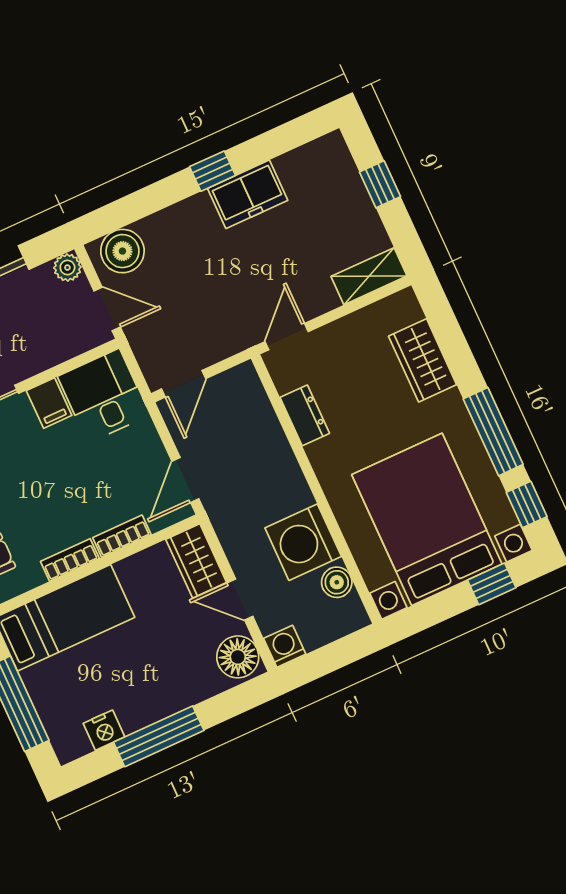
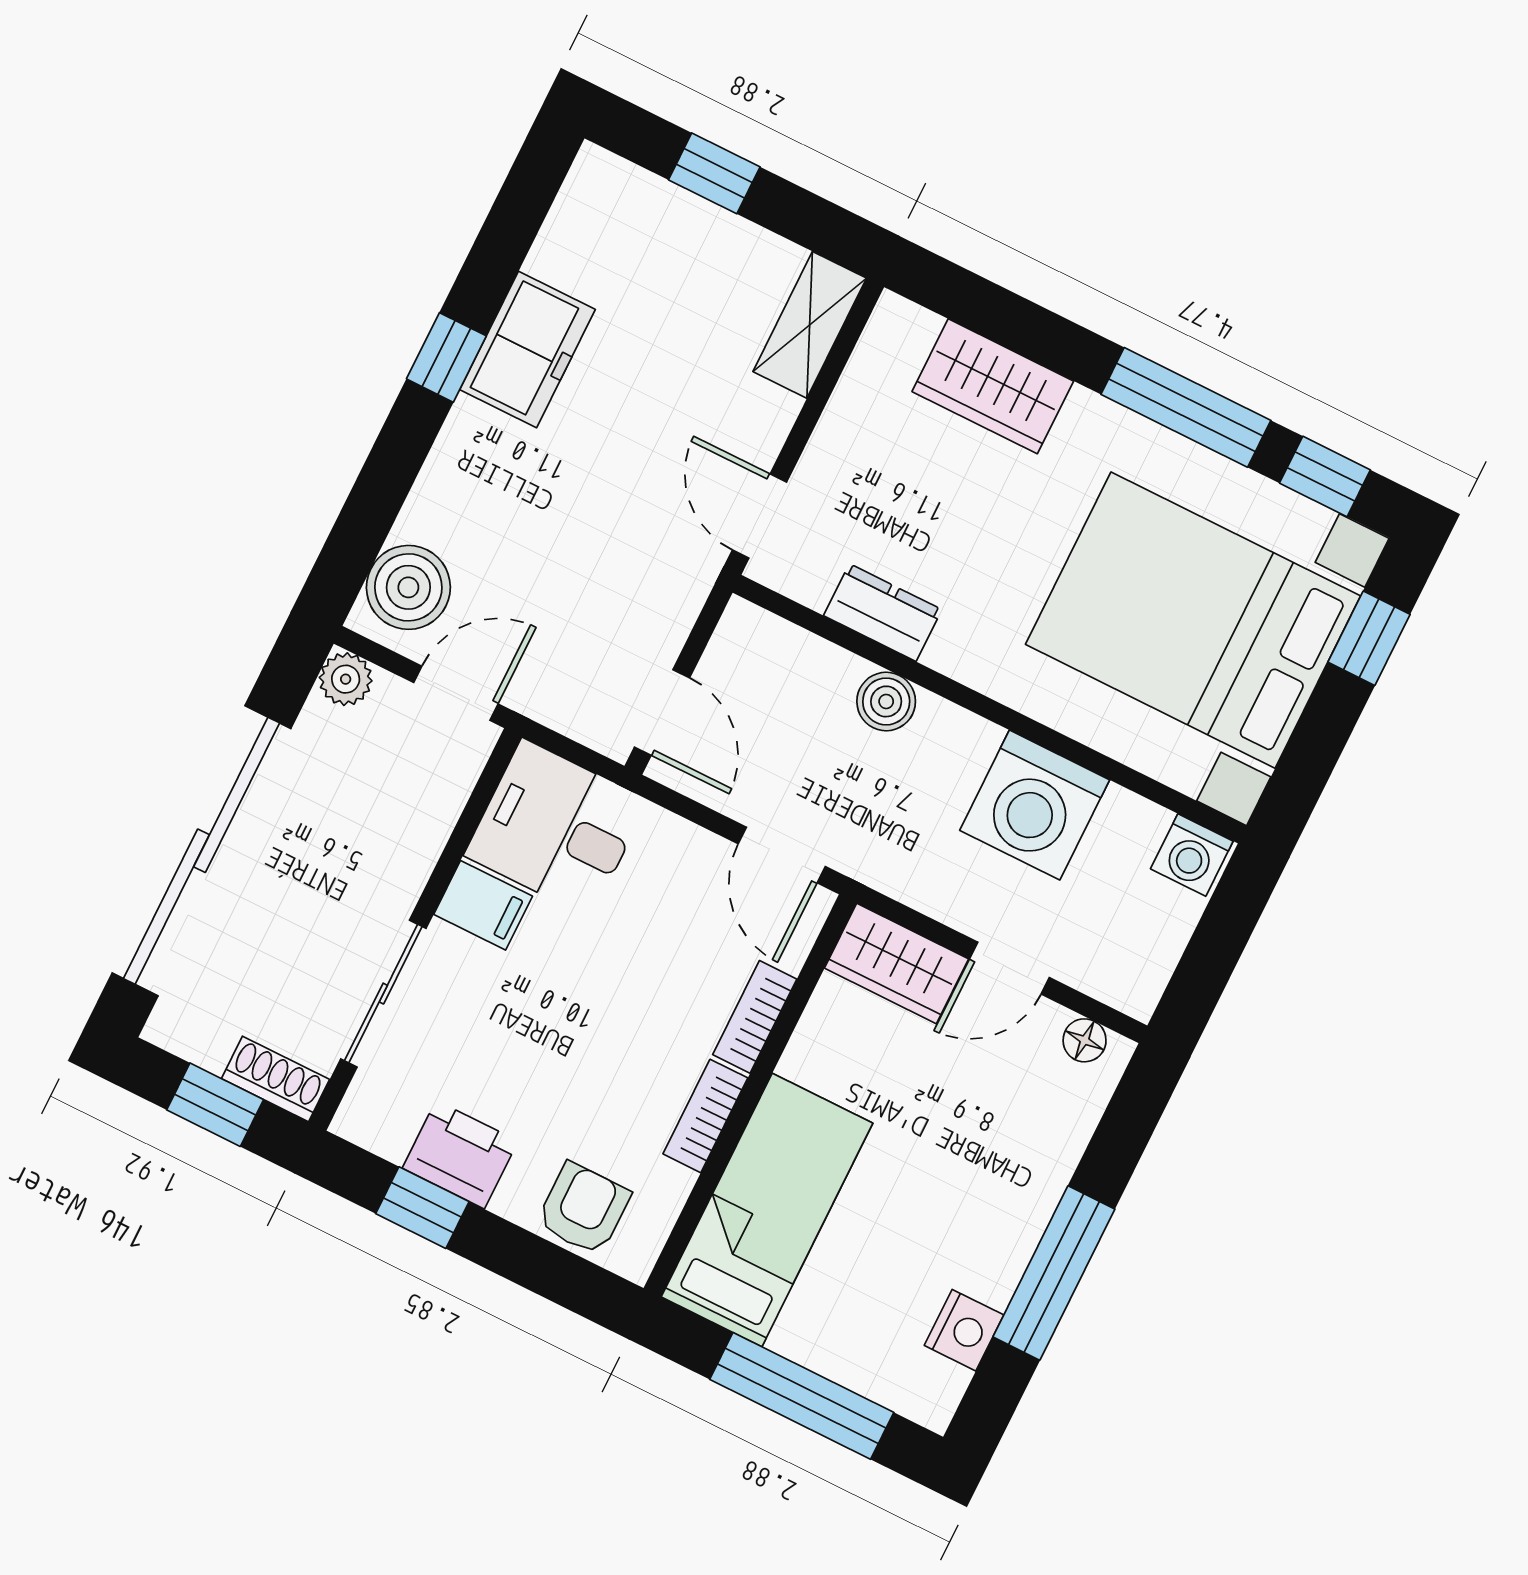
boiler: (337, 582) -> (886, 701), moved
washing machine: (285, 646) -> (1192, 855), moved, turned -90
floor lamp: (238, 657) -> (1085, 1040), width x0.53, depth x0.53

